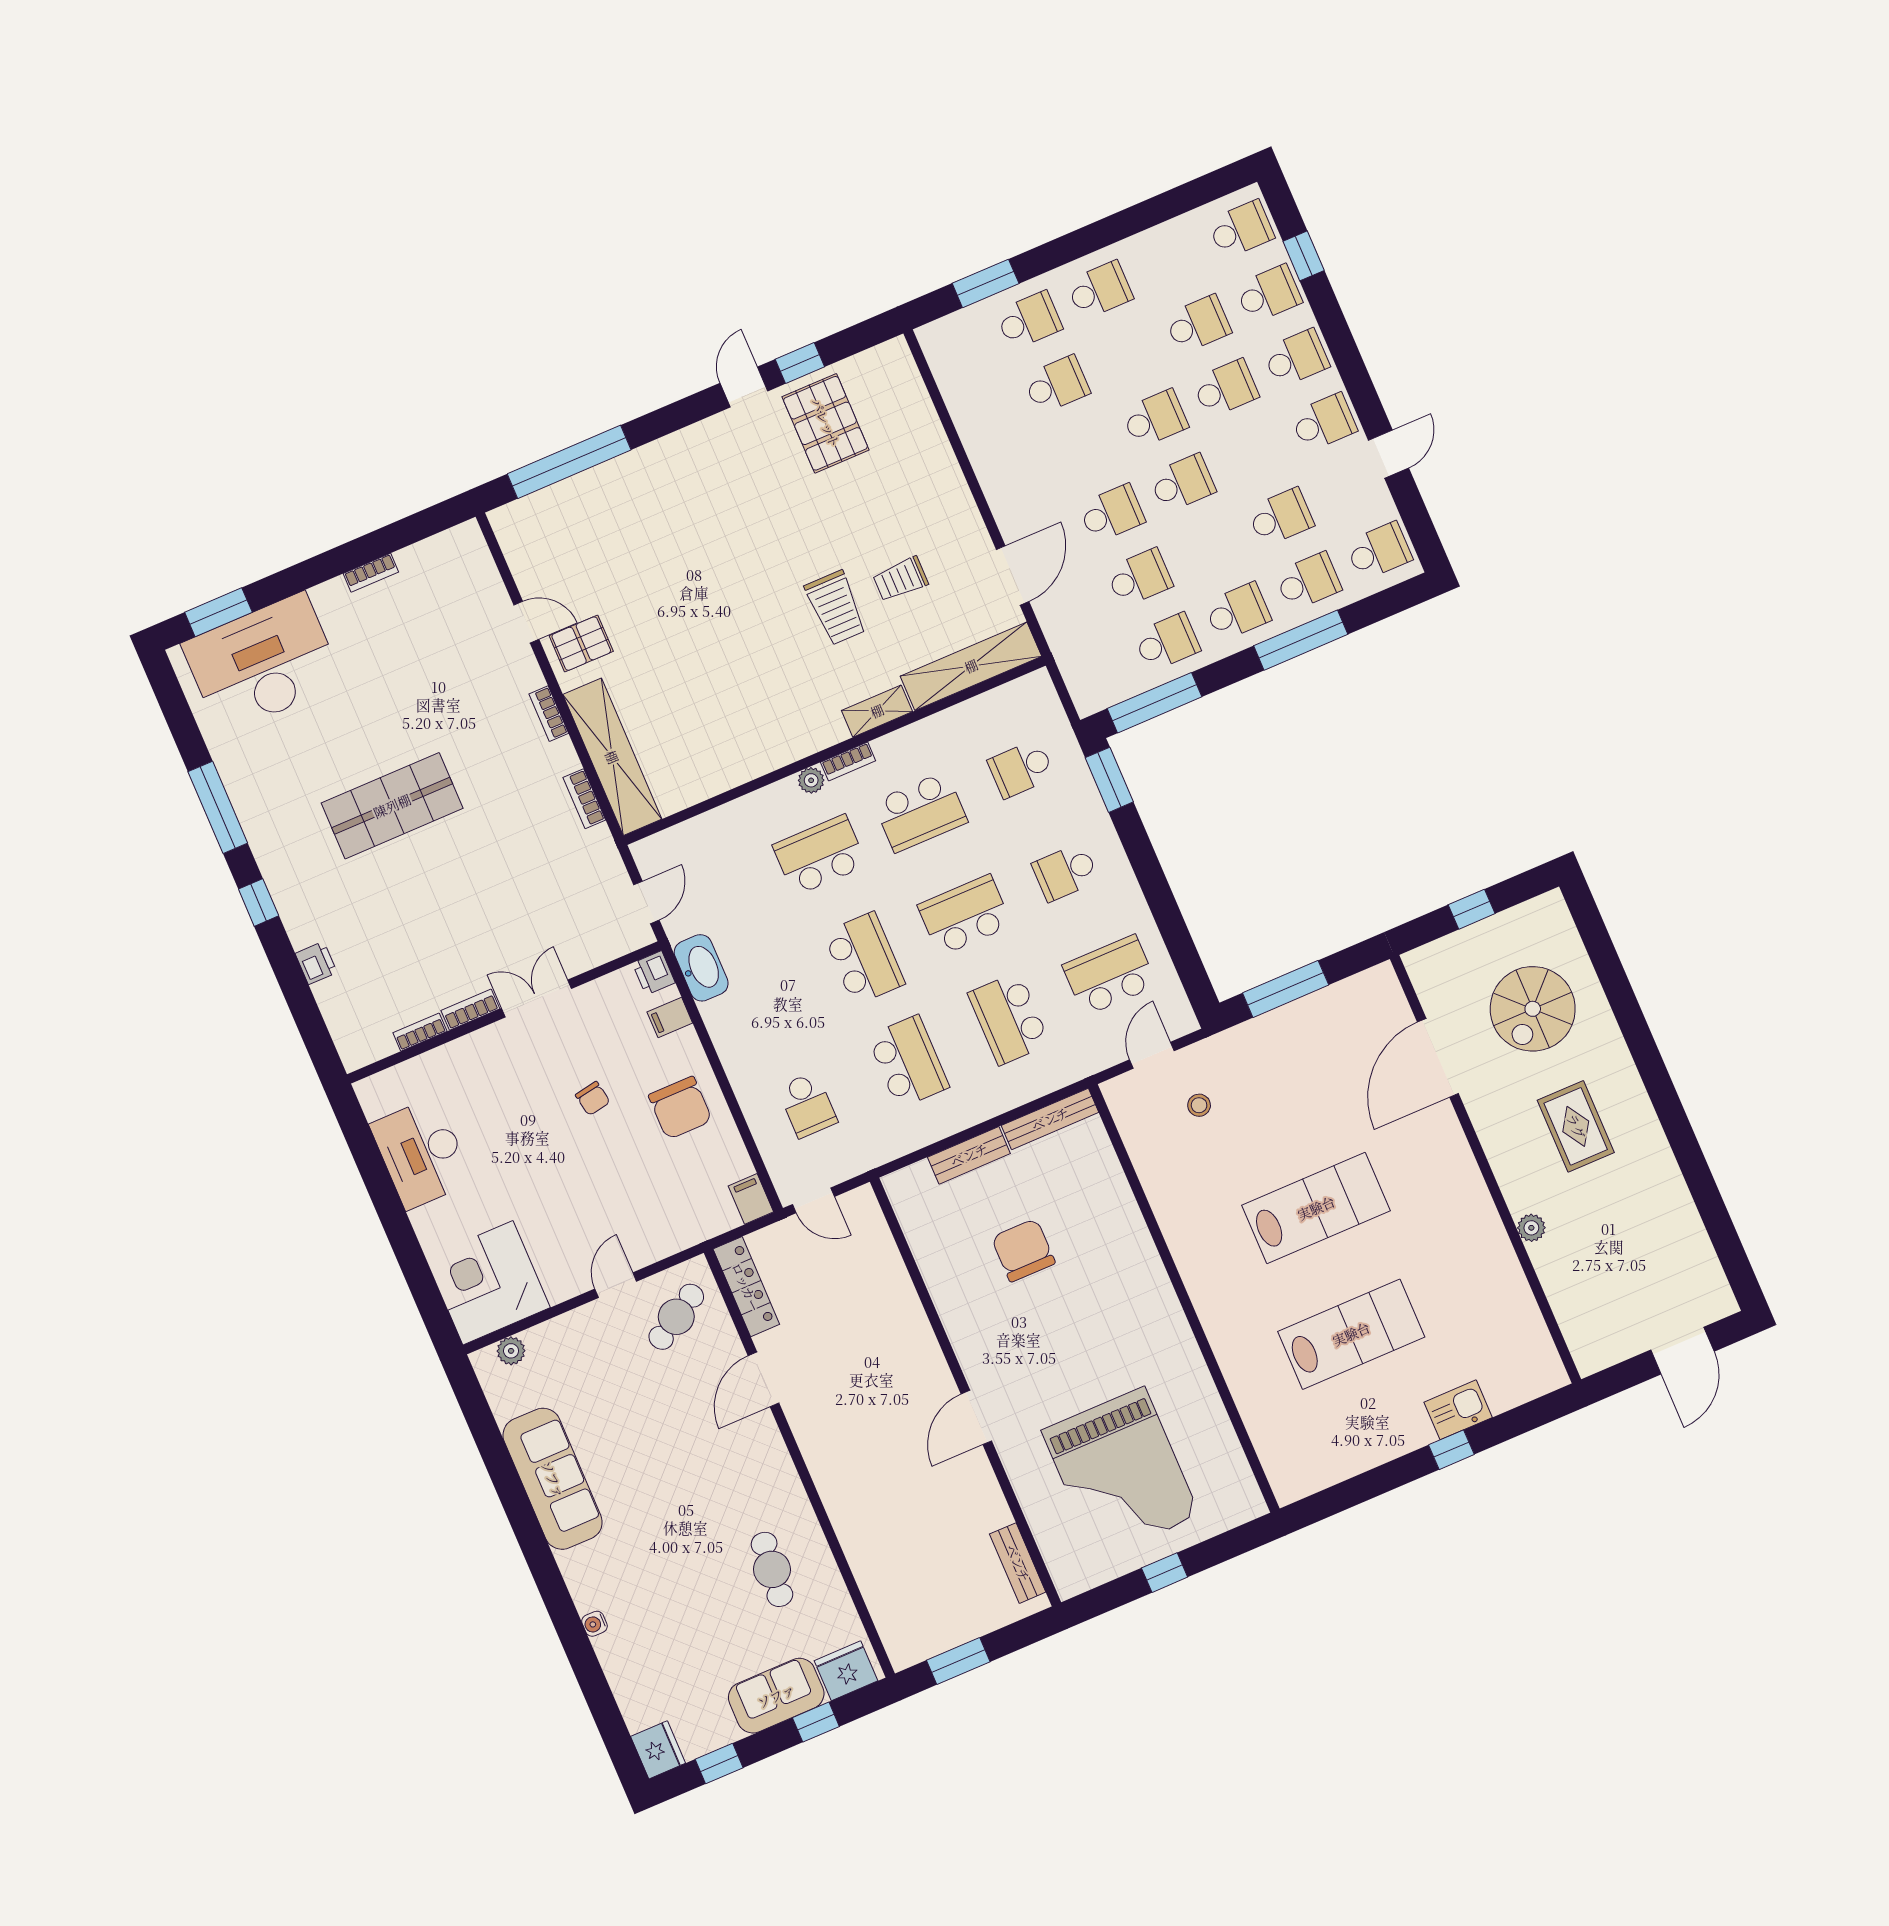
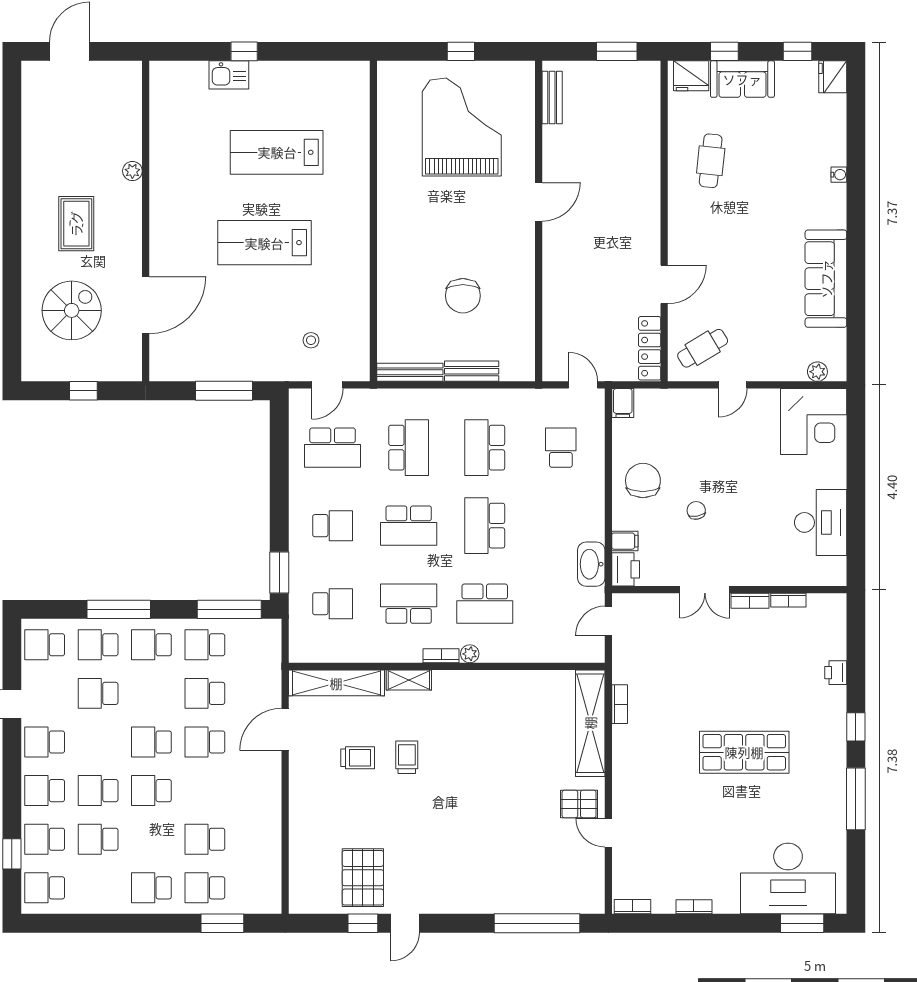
trolley: (836, 608) -> (407, 757), width x0.73, depth x0.72
bookcase: (549, 714) -> (632, 907), moved, turned -90
printer: (654, 973) -> (626, 569), width x1.36, depth x1.24

